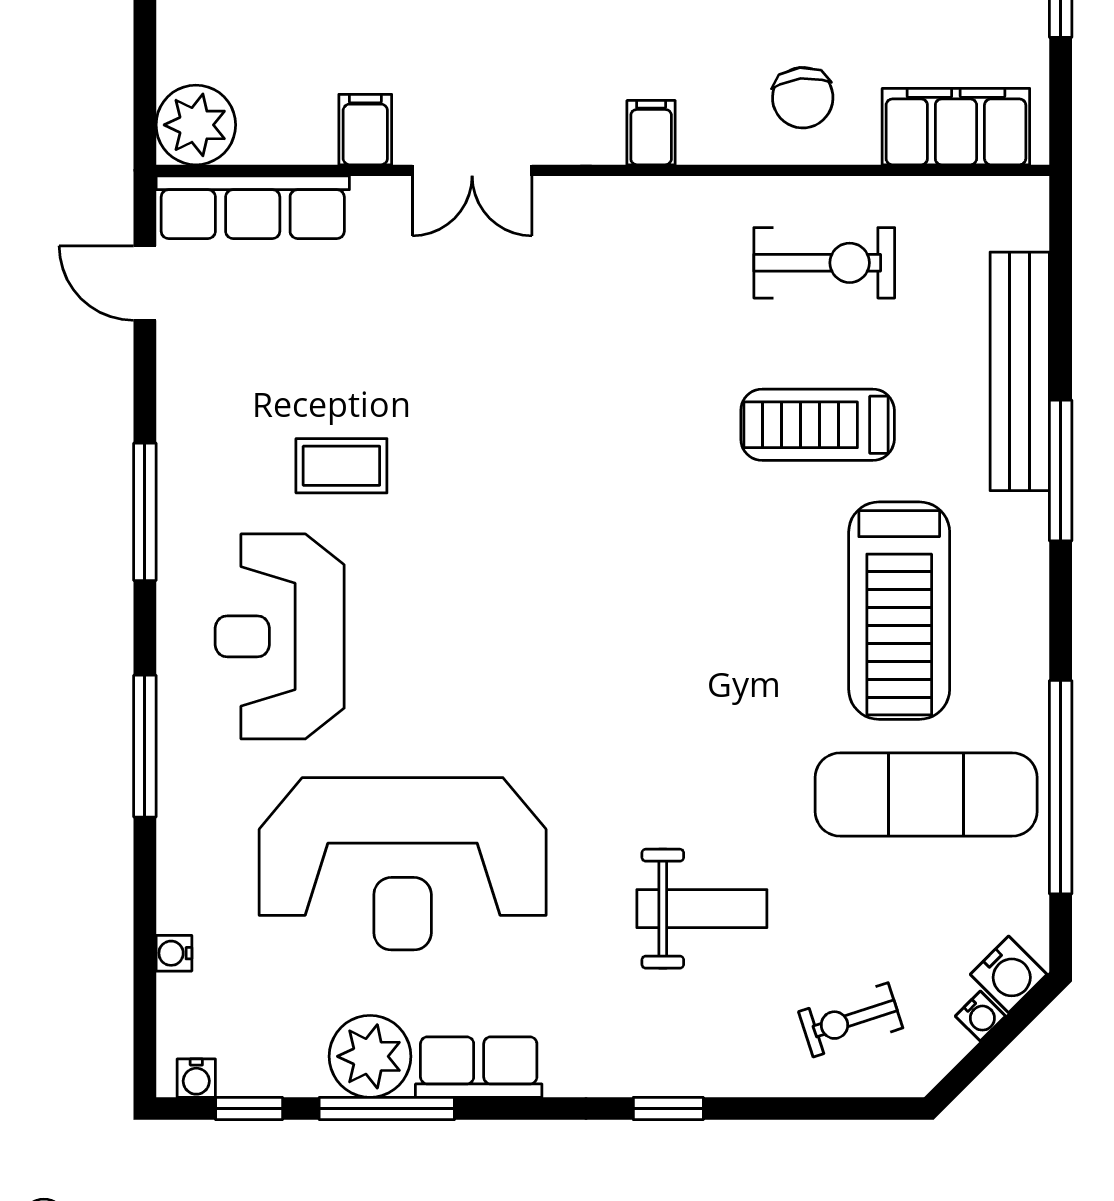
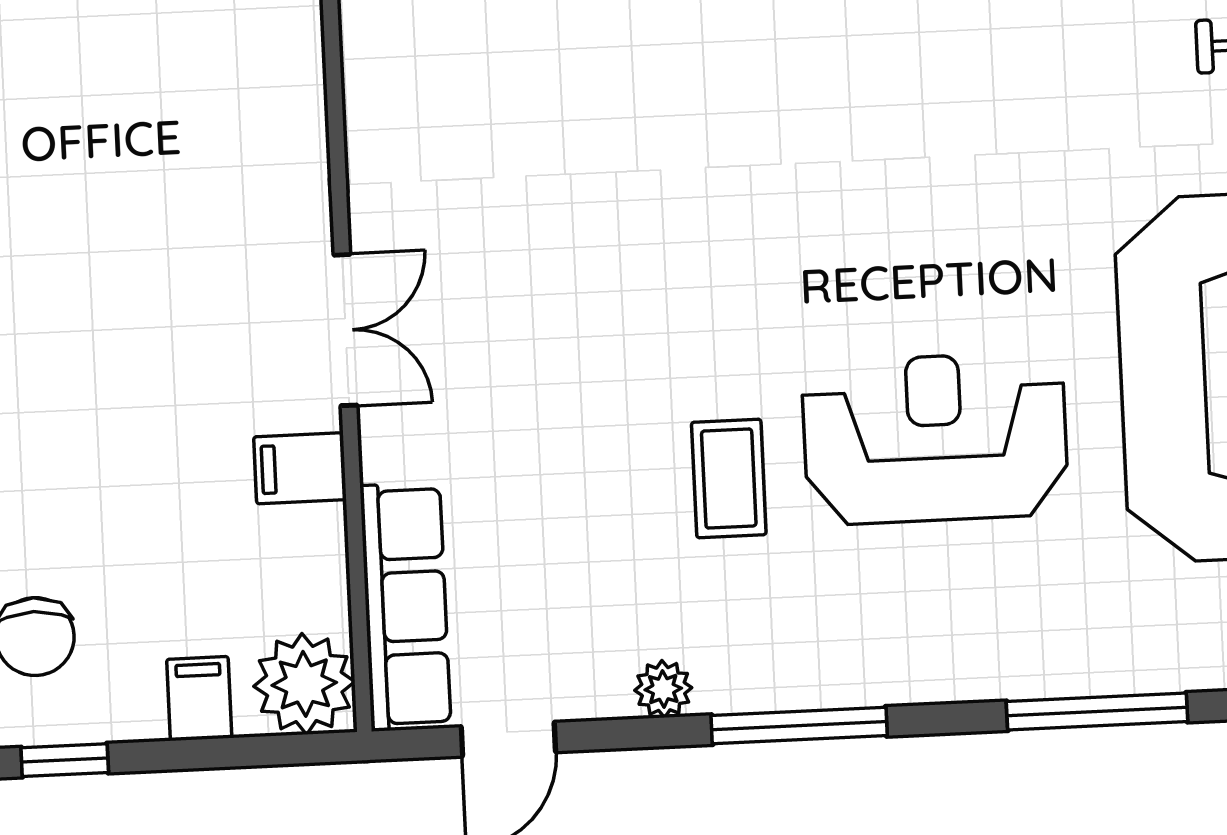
filing cabinet: (651, 133) -> (199, 699), moved, turned 90
plant: (179, 407) -> (663, 689), added
reception desk: (280, 636) -> (935, 438), moved, turned 180

